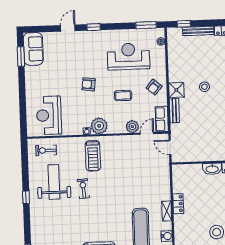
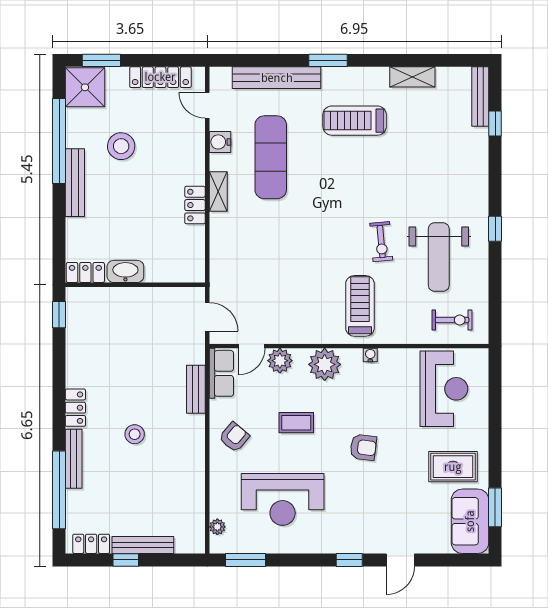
window: (184, 24) -> (126, 560), moved
rug: (43, 76) -> (453, 467), added
shower: (176, 90) -> (190, 430), removed
plant: (99, 126) -> (325, 364), moved

